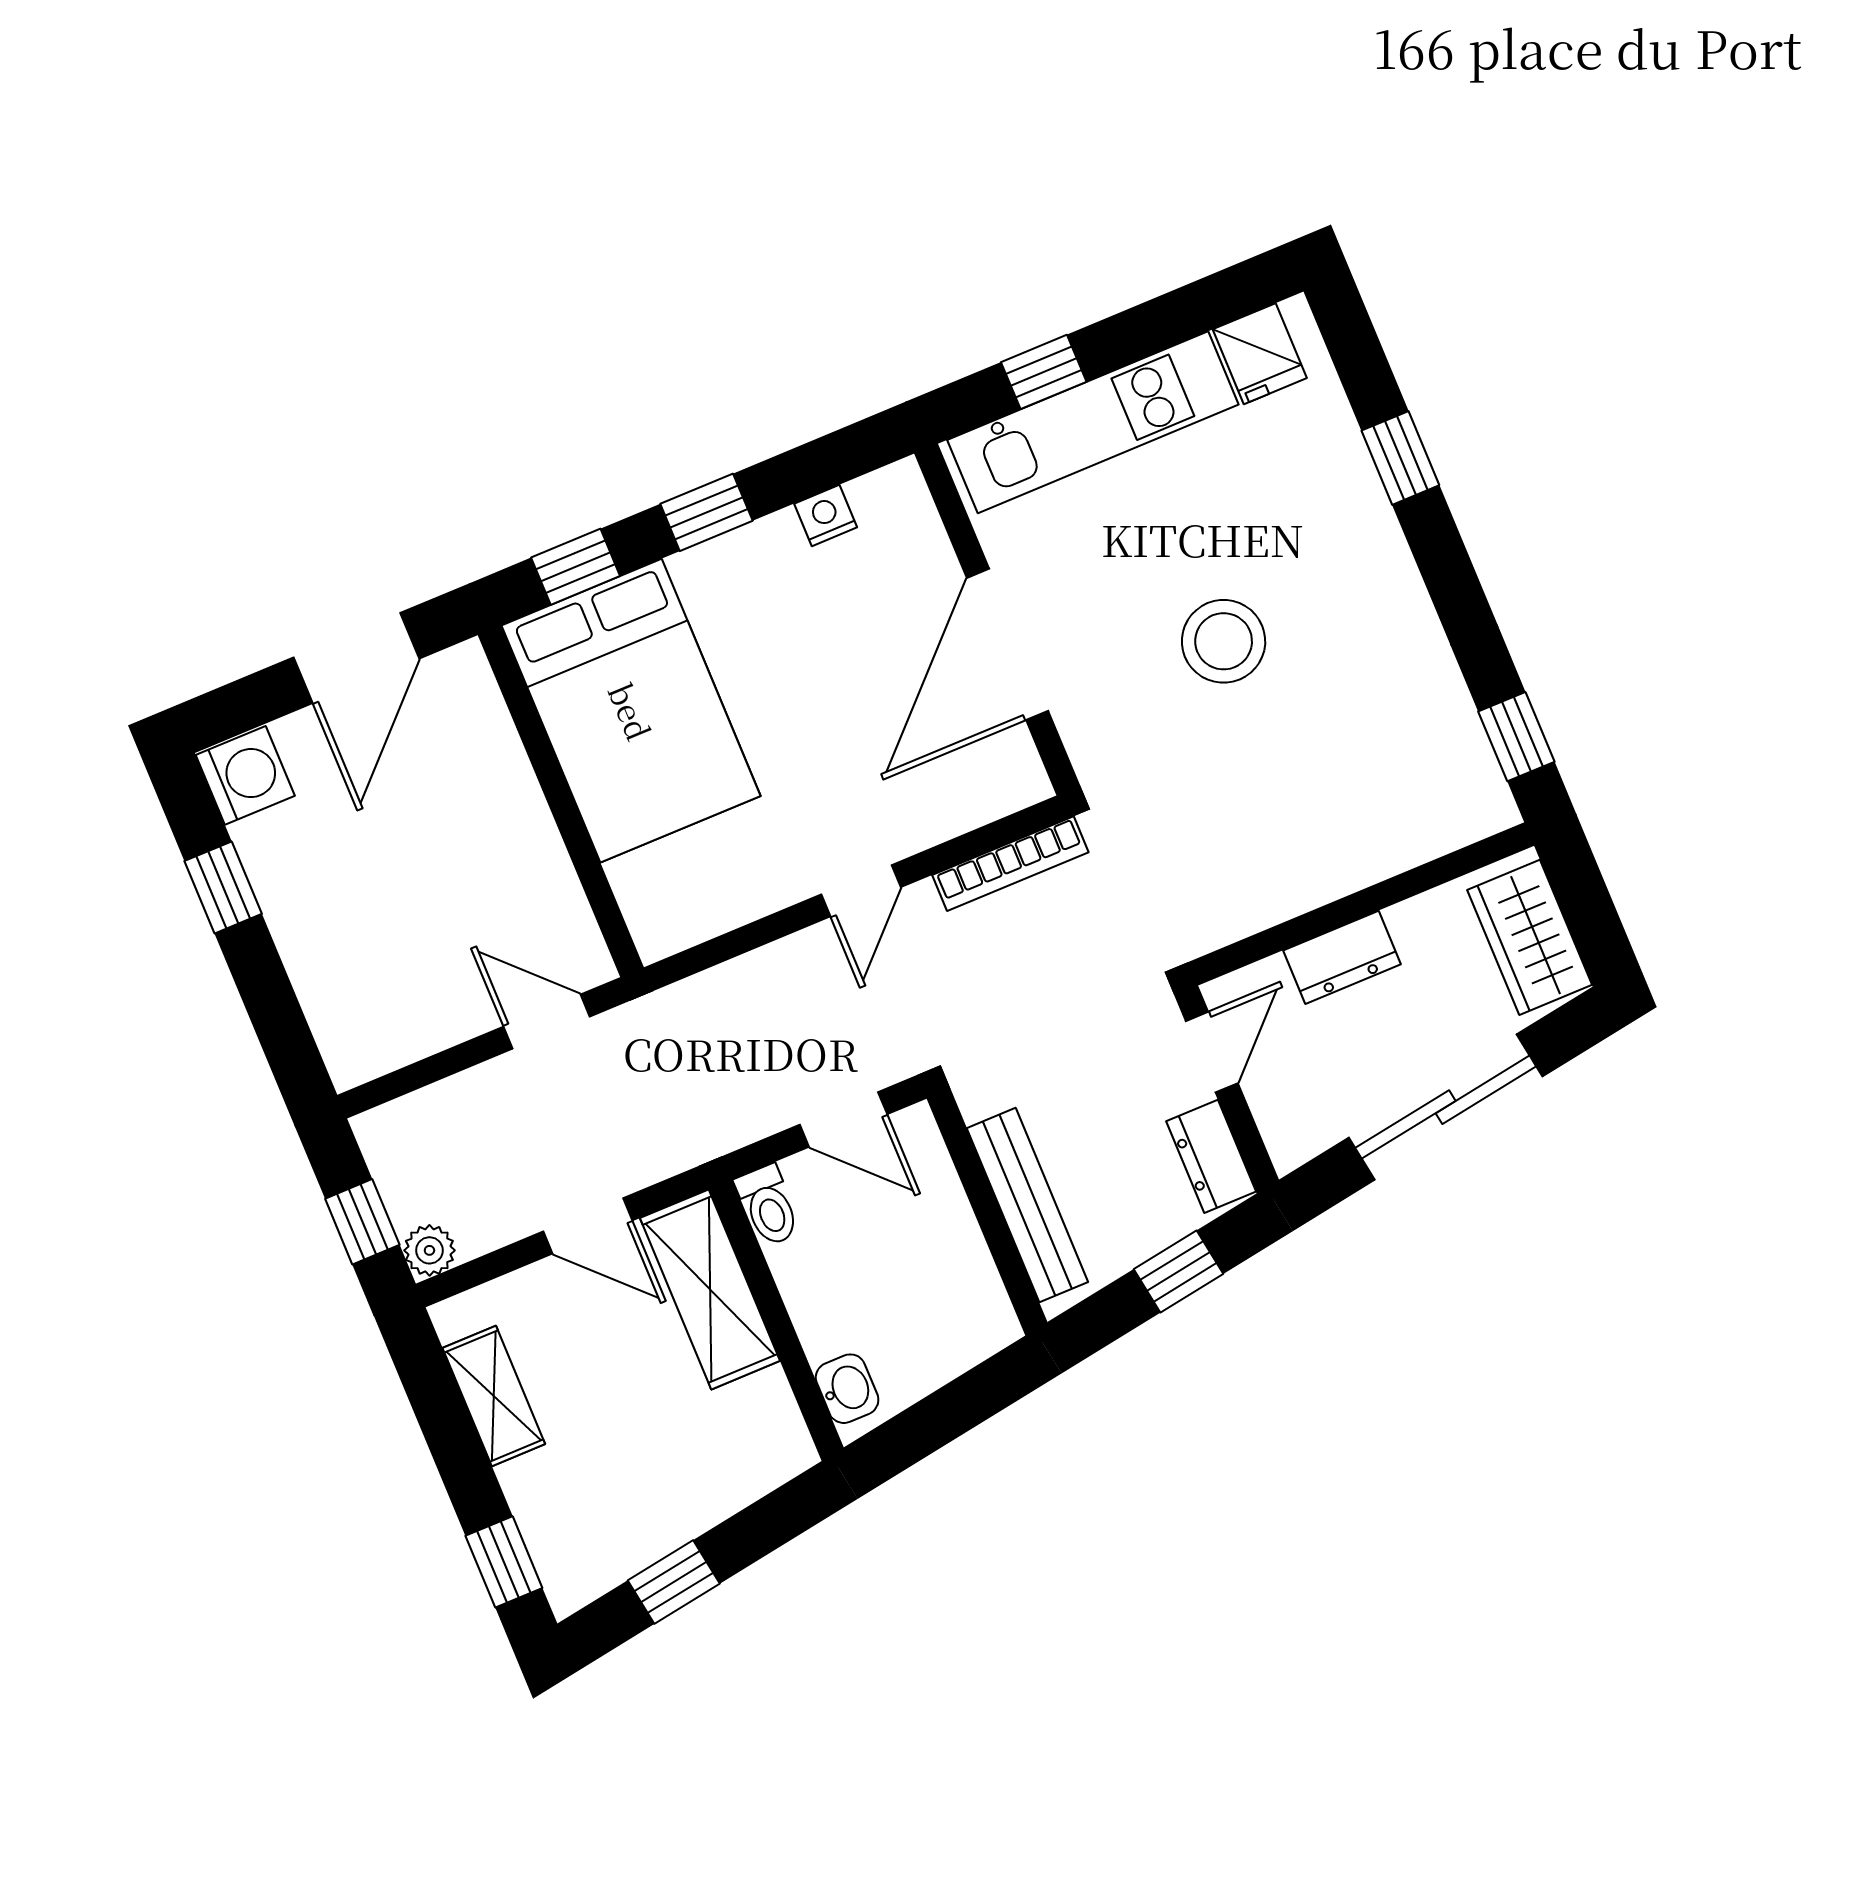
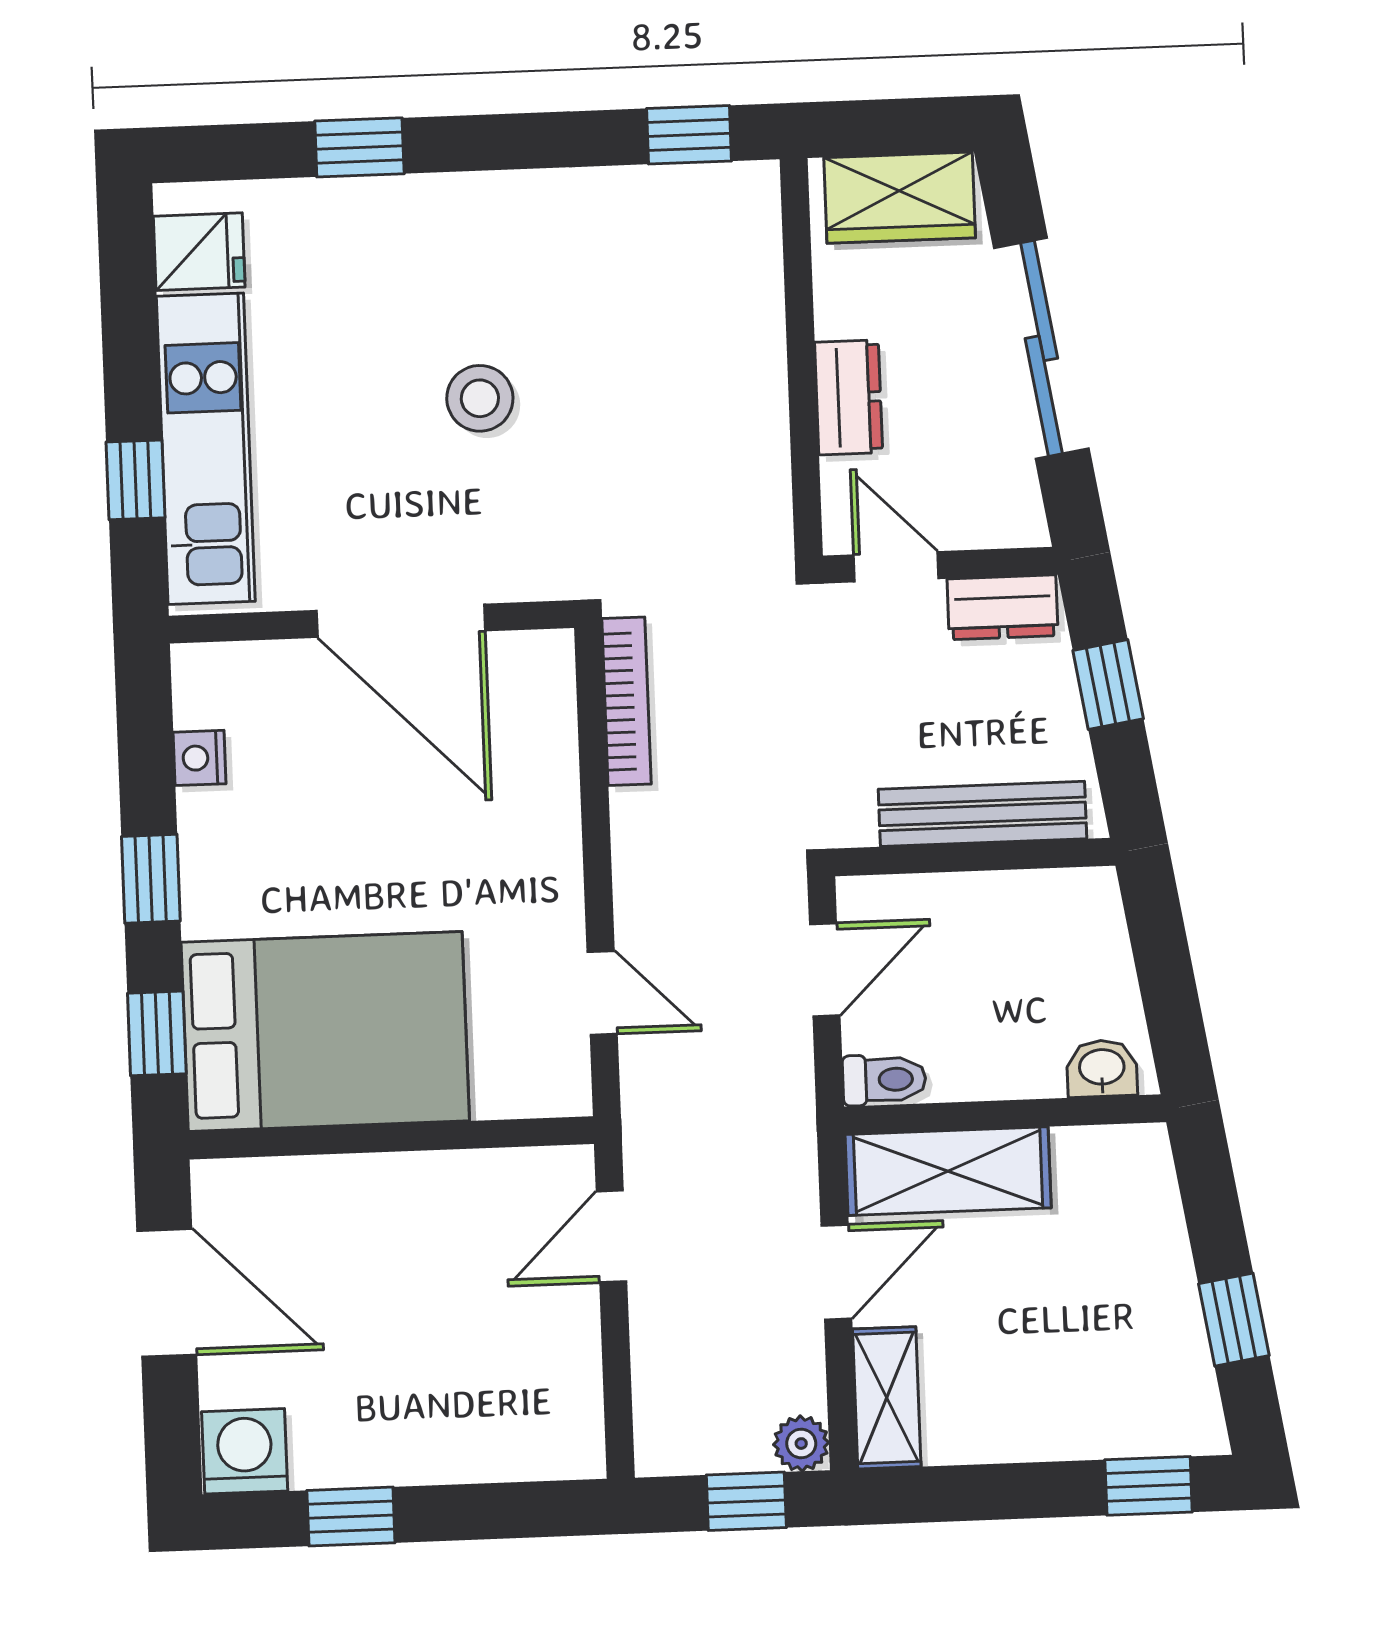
stool: (1224, 641) -> (480, 398), width x0.73, depth x0.73
door: (861, 891) -> (602, 993), moved
shelving: (494, 1396) -> (887, 1398), moved, turned 90

